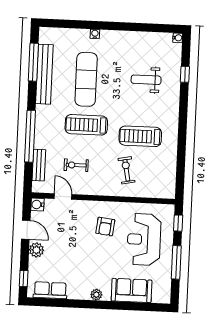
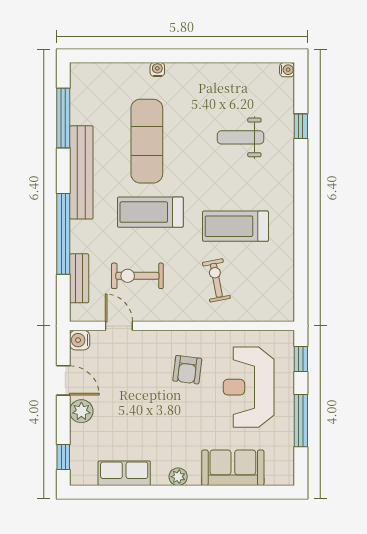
bench: (44, 74) -> (81, 172), moved
exercise bike: (76, 165) -> (137, 276), width x1.38, depth x1.39
row of seats: (50, 290) -> (124, 473), moved

